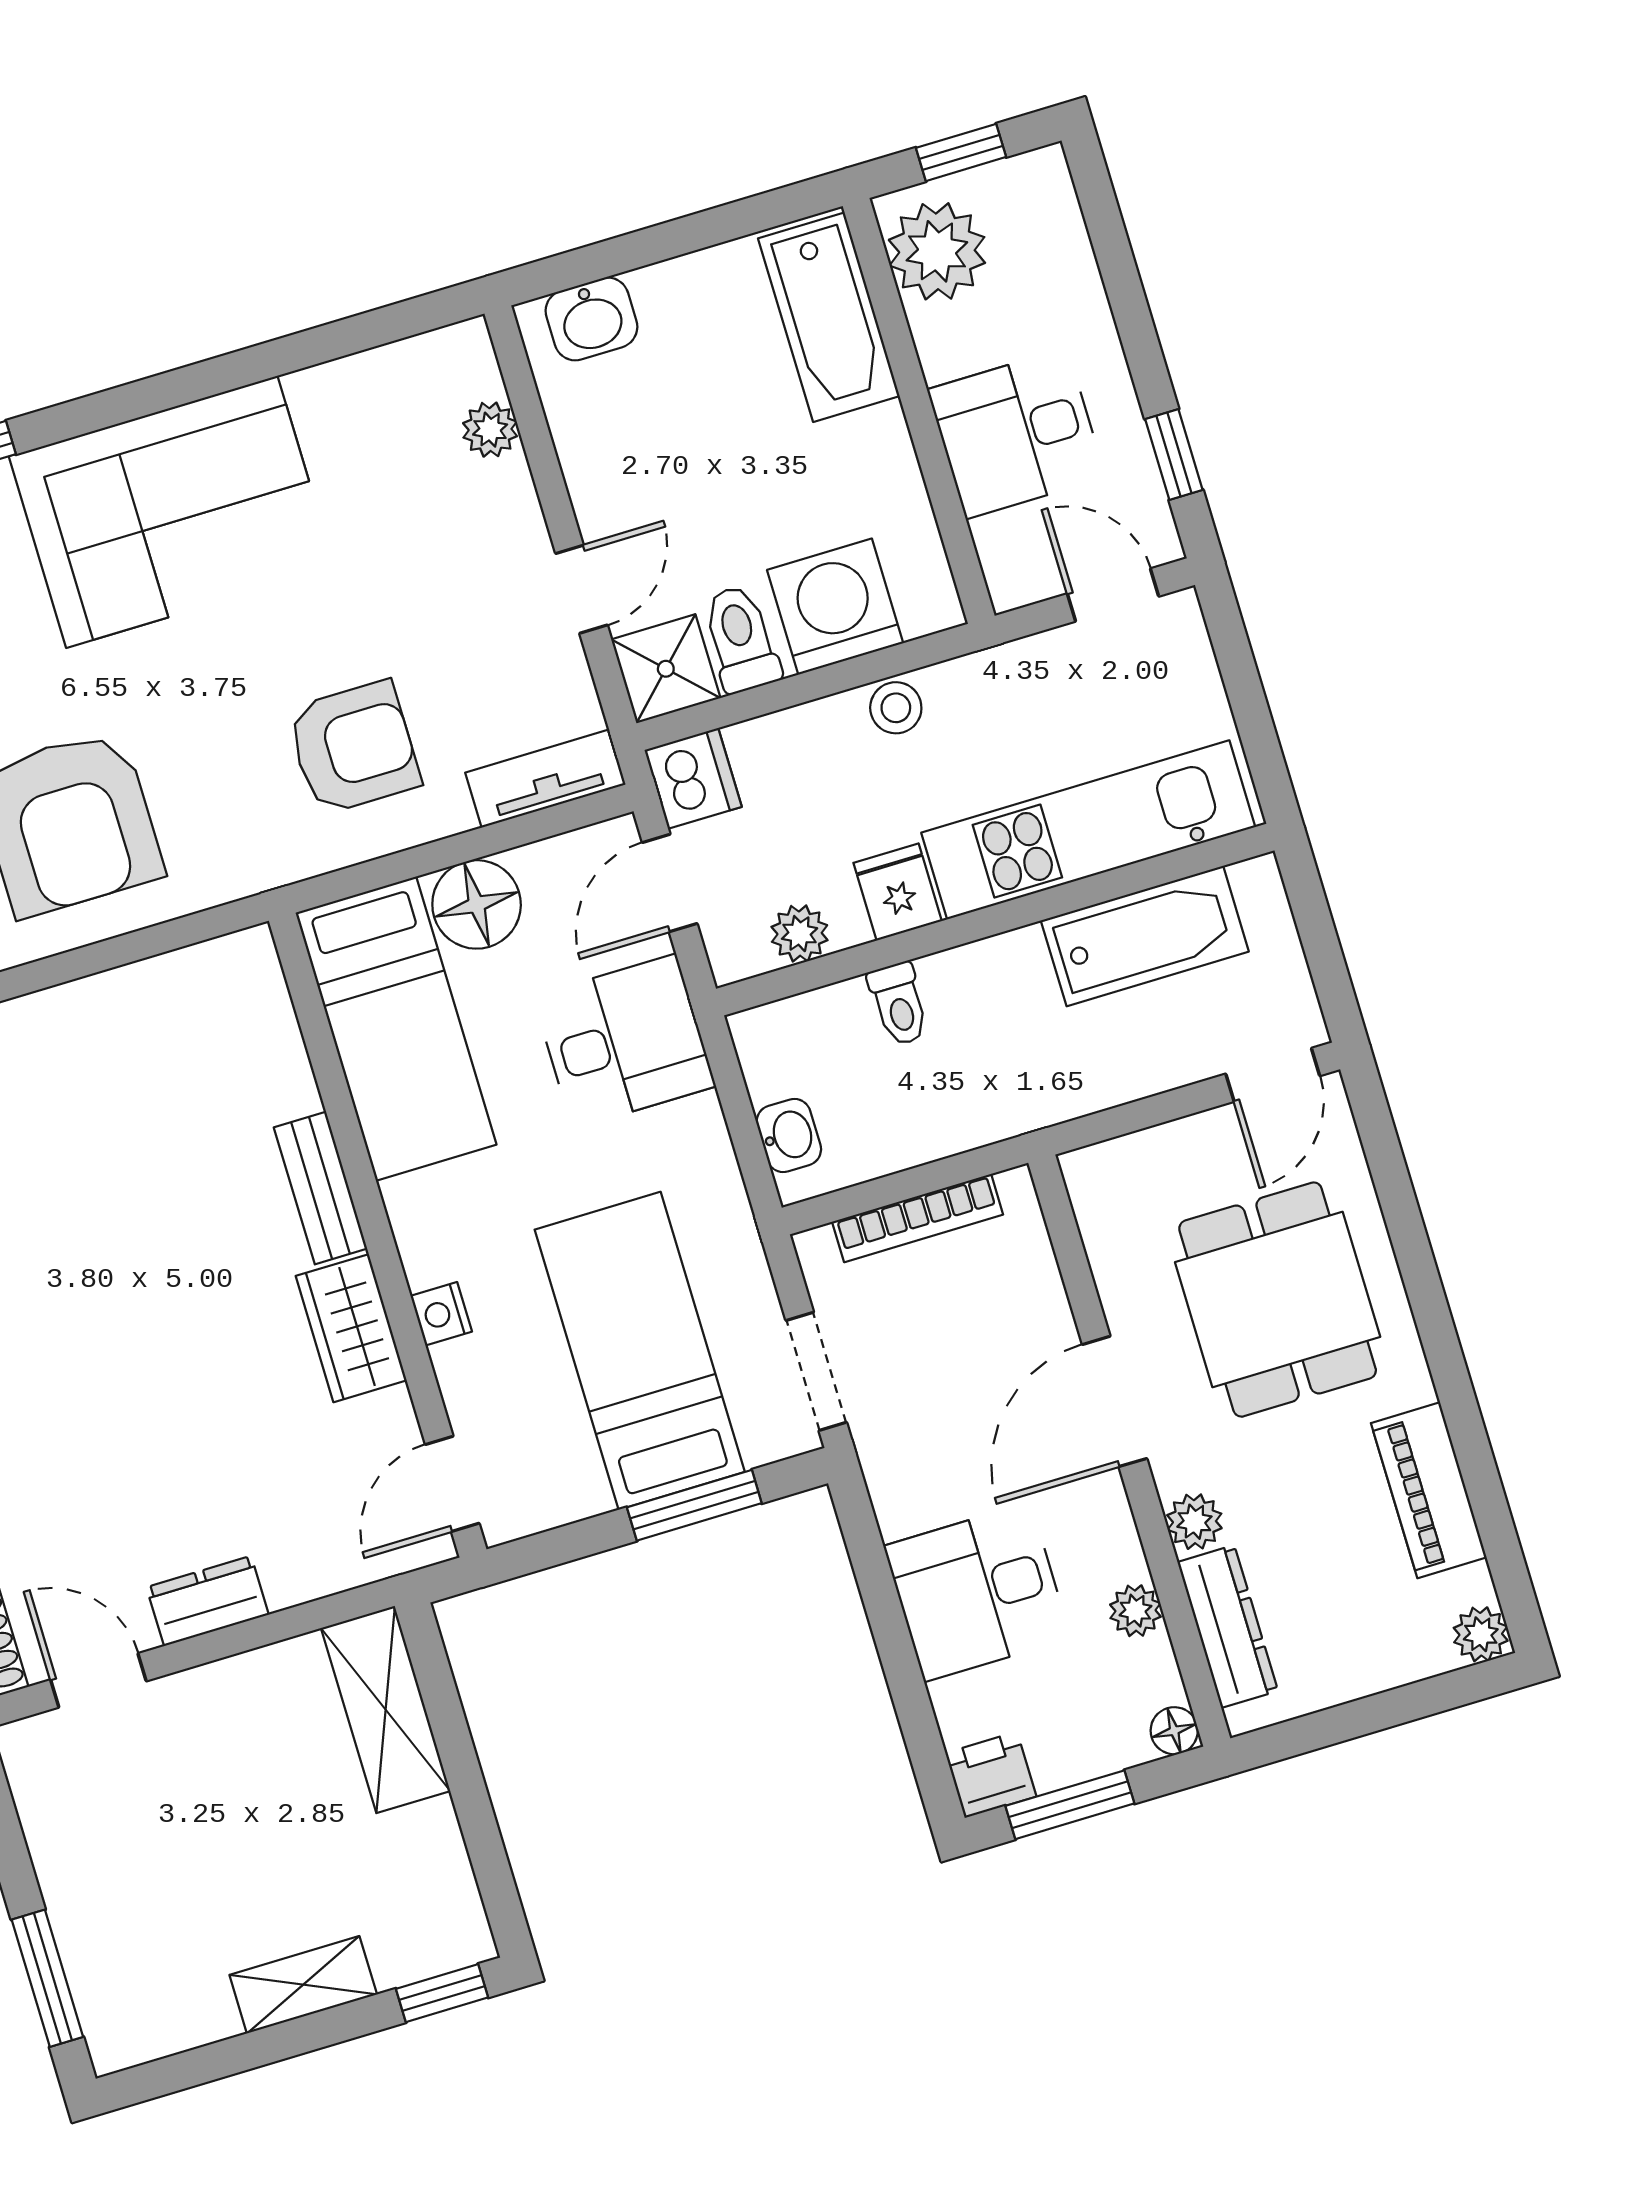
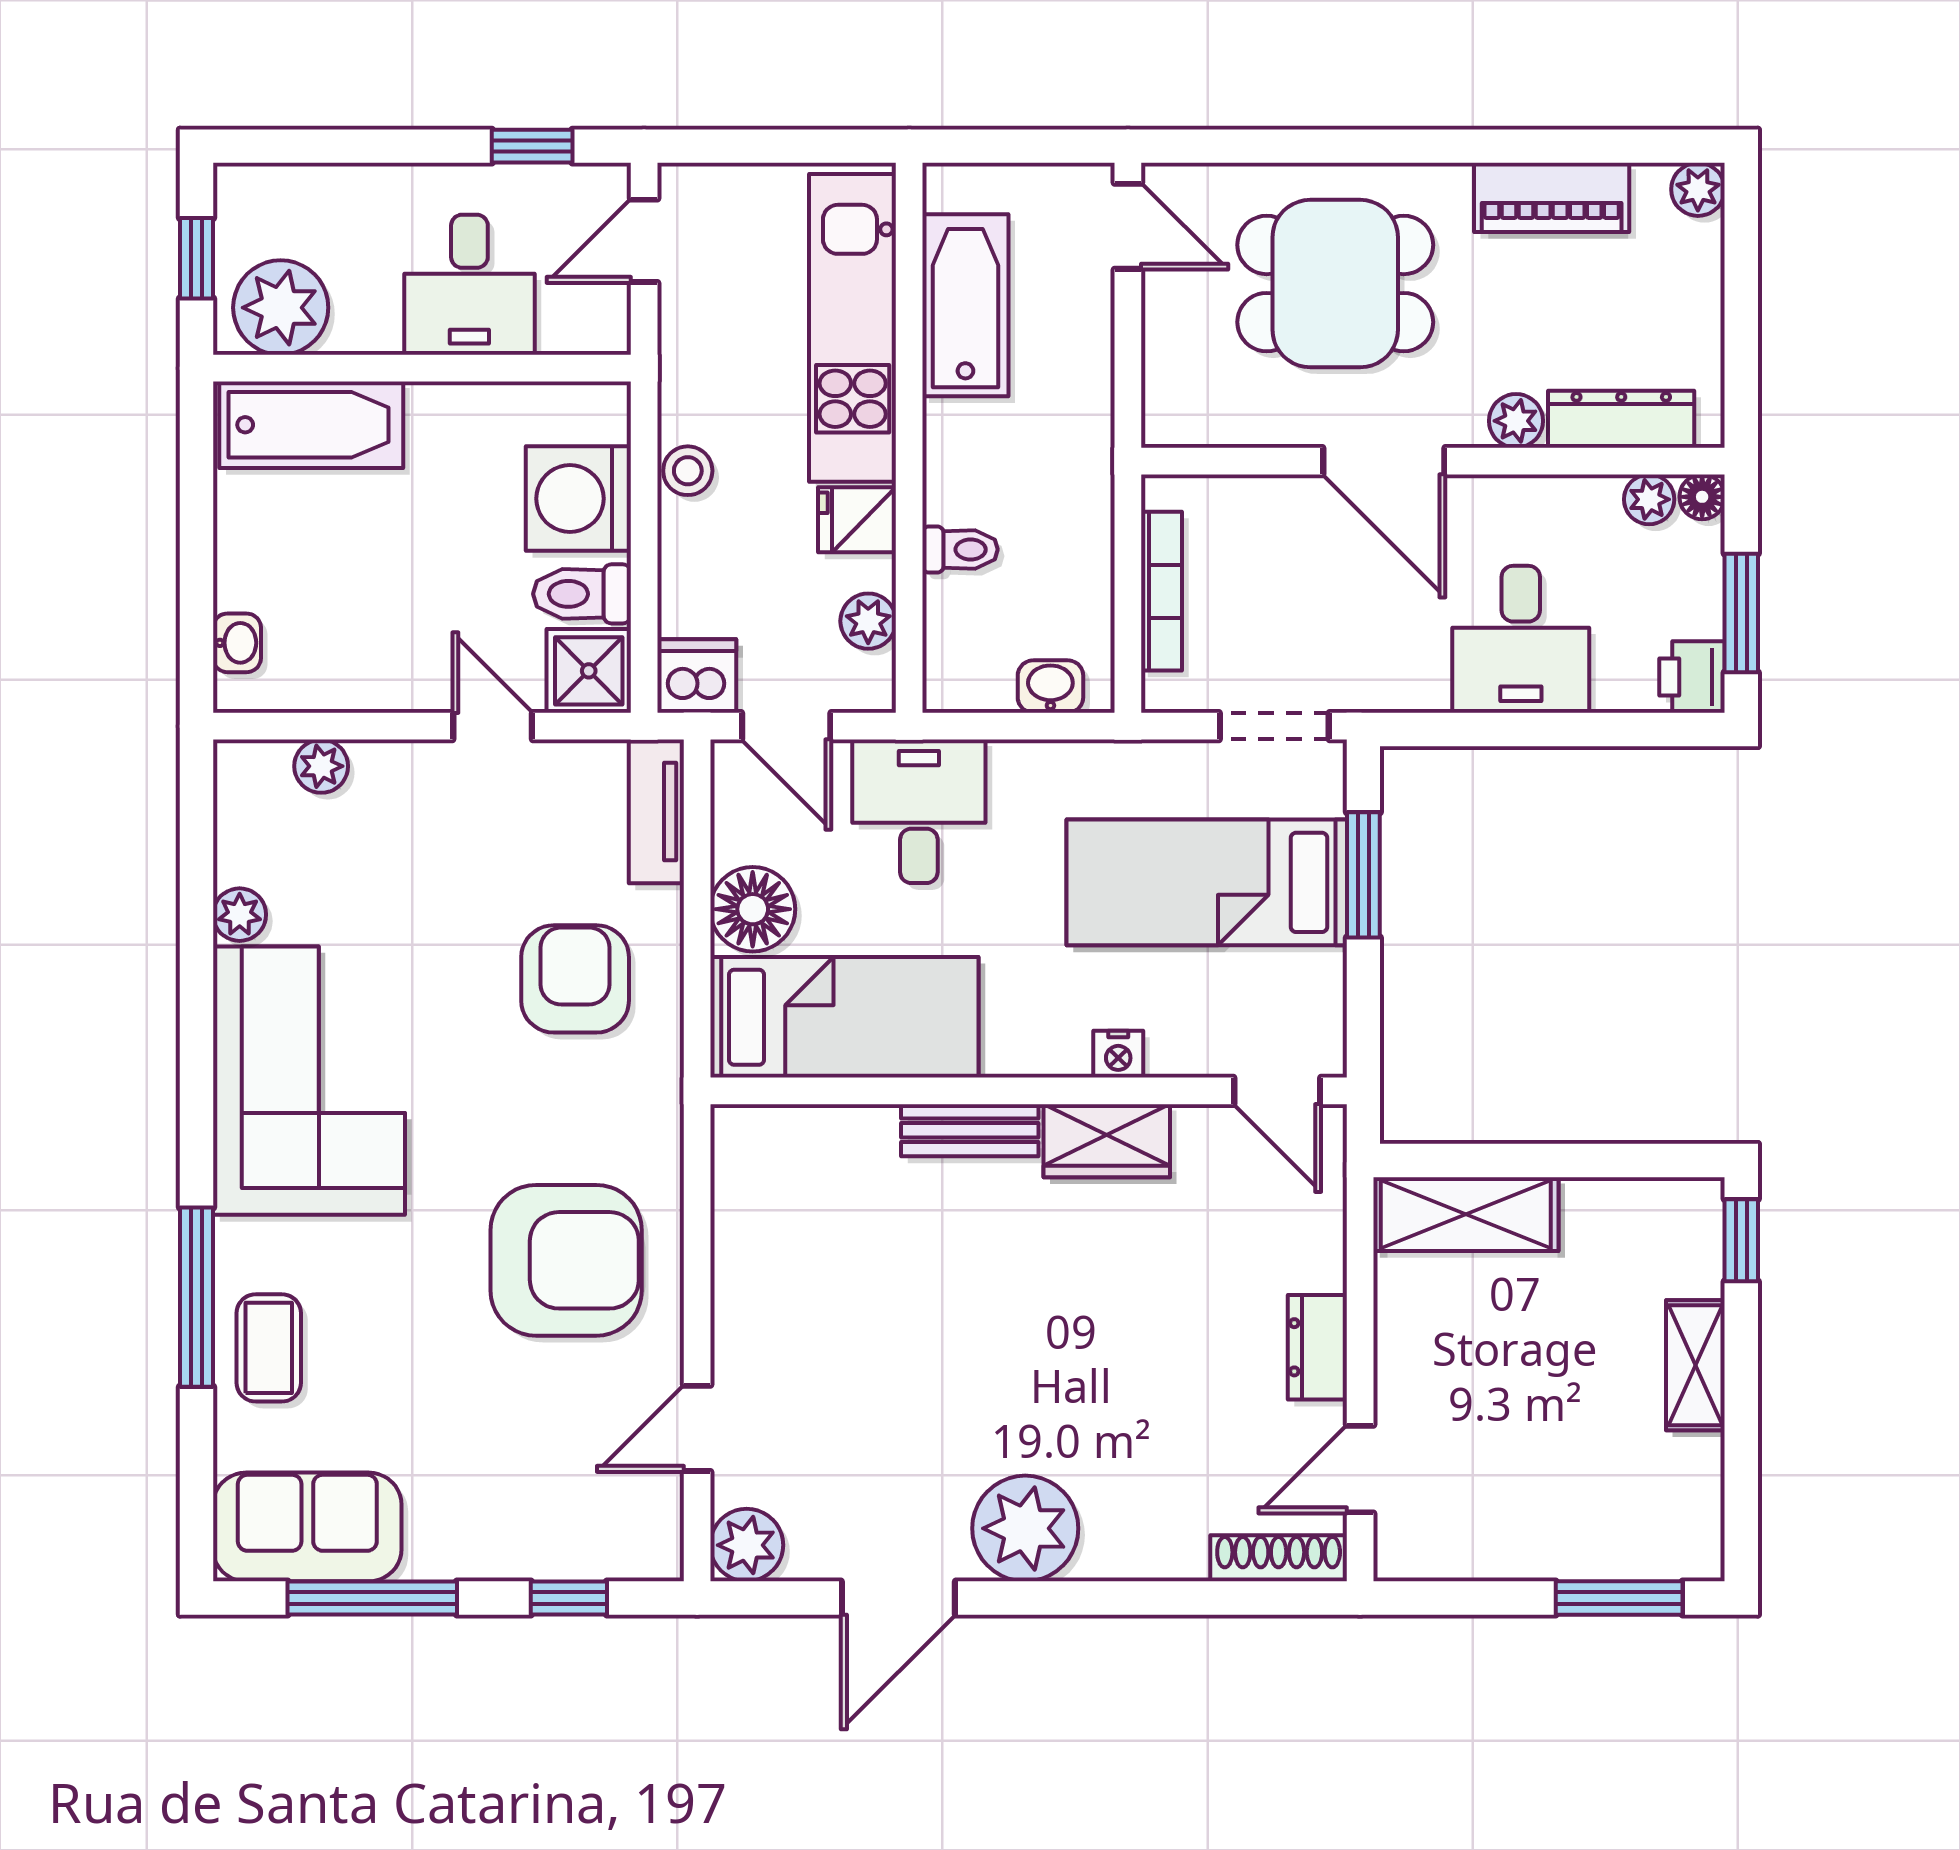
washbasin: (591, 319) -> (237, 643), width x0.72, depth x0.69
plant: (317, 392) -> (240, 915), added
plant: (1135, 1611) -> (1649, 499), moved

